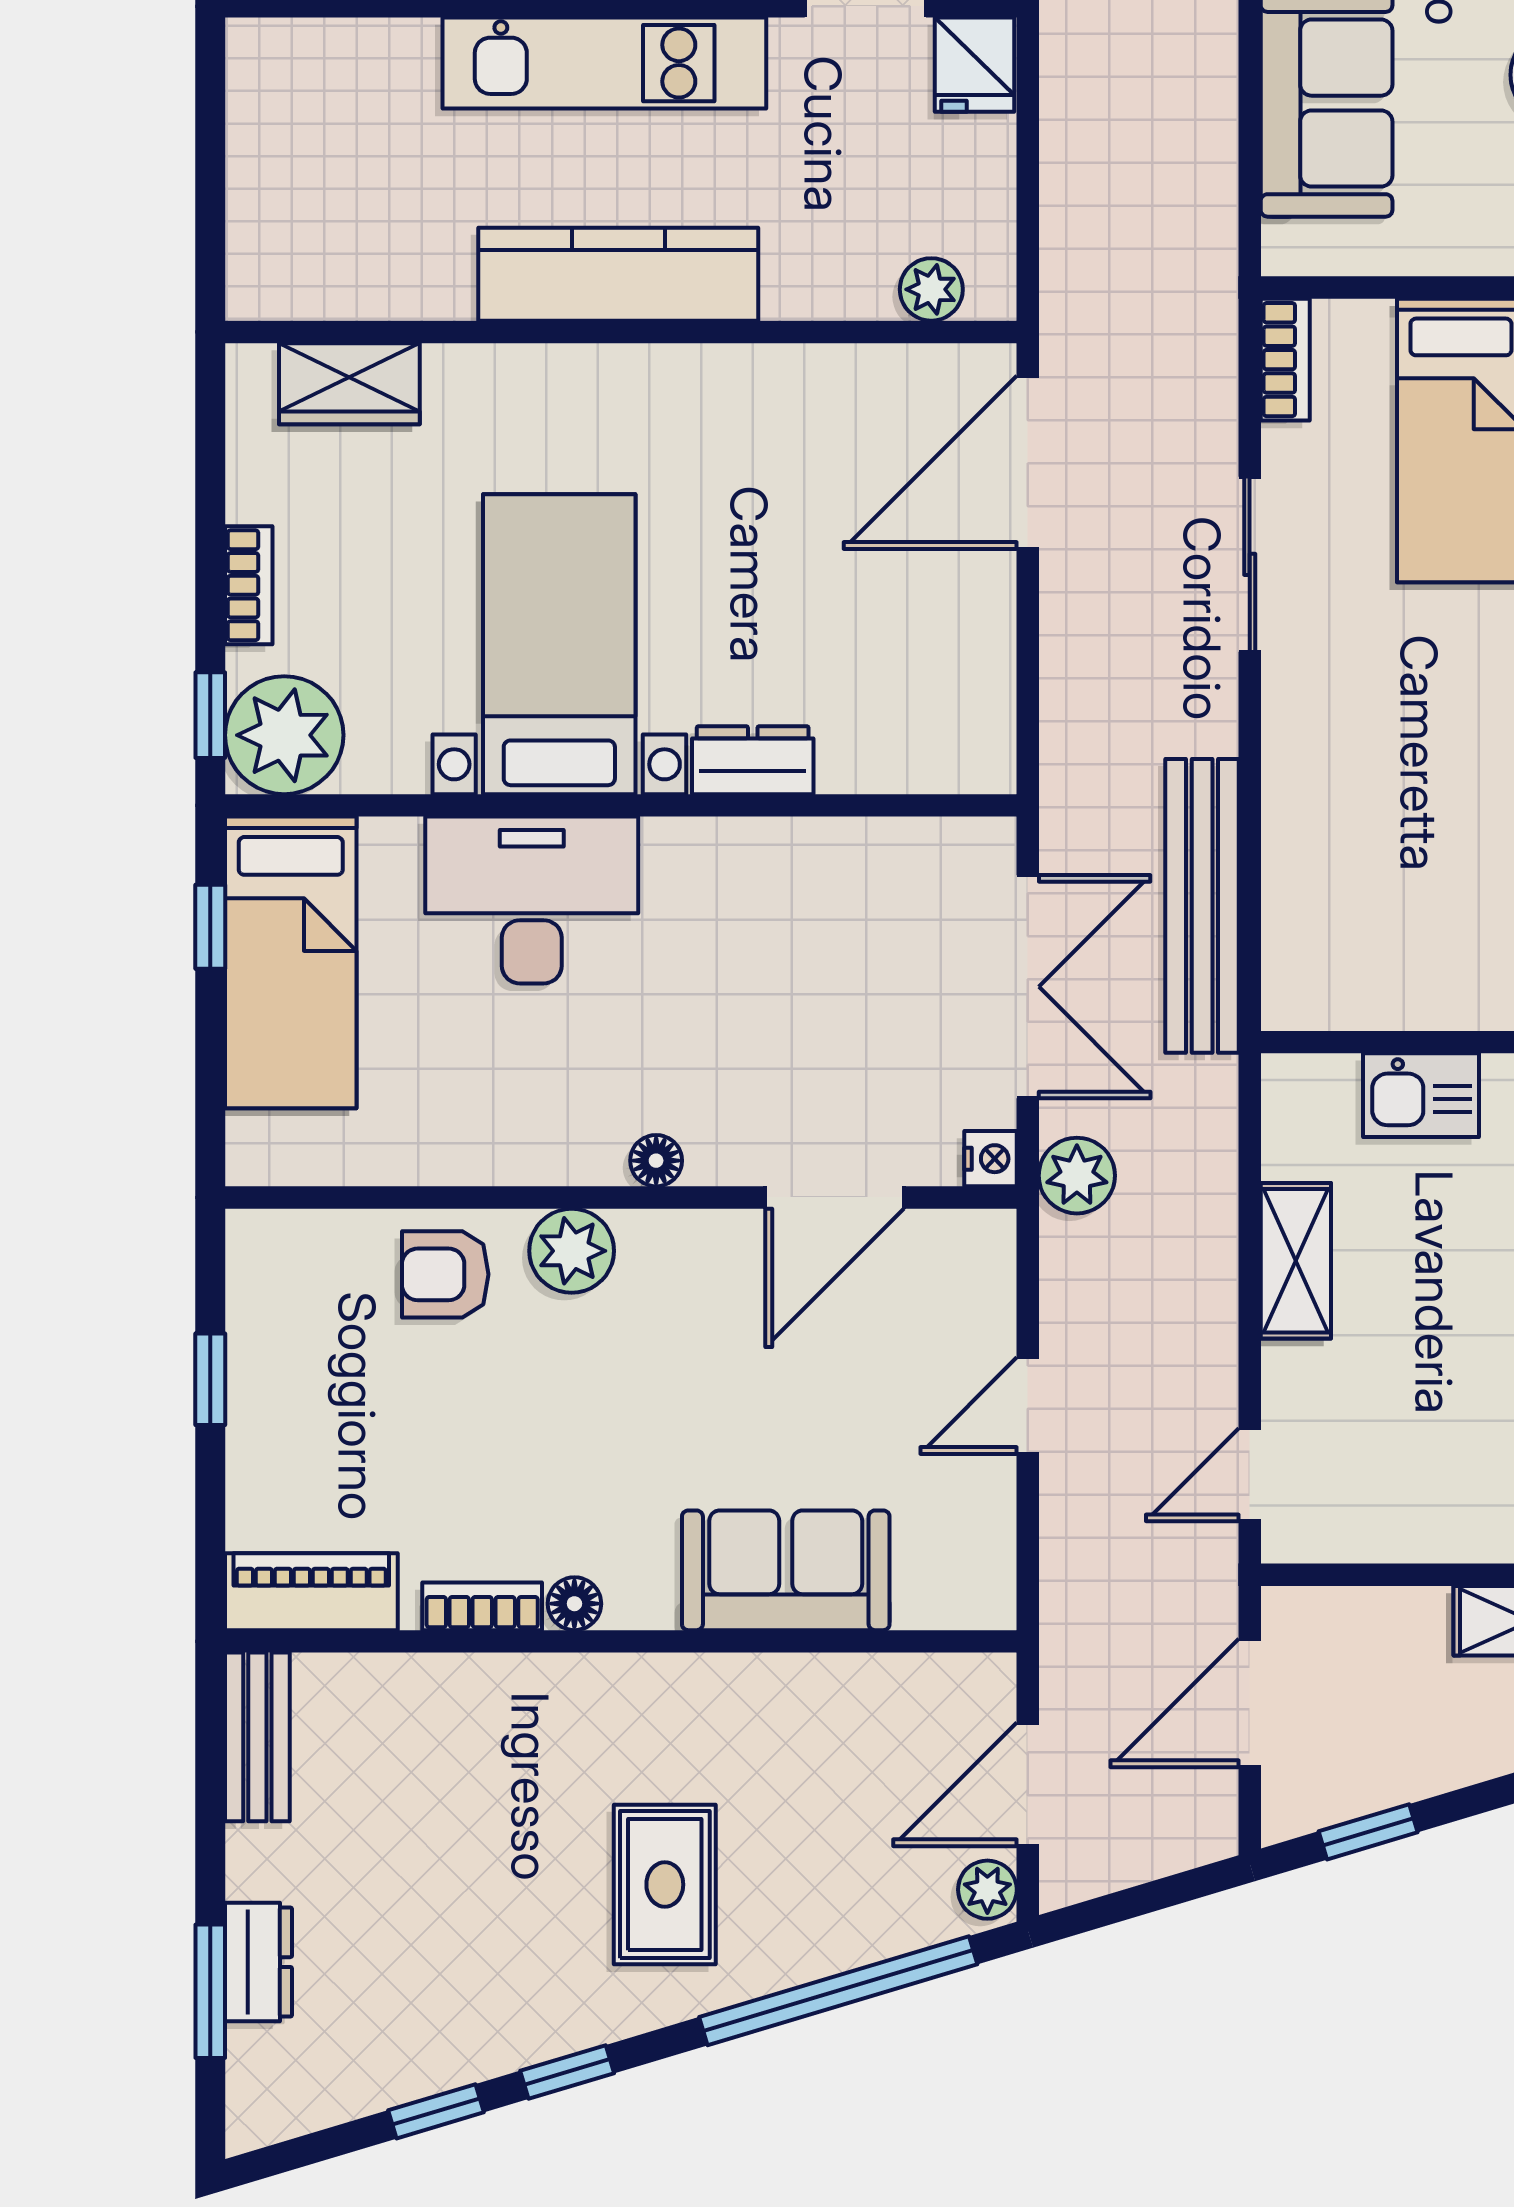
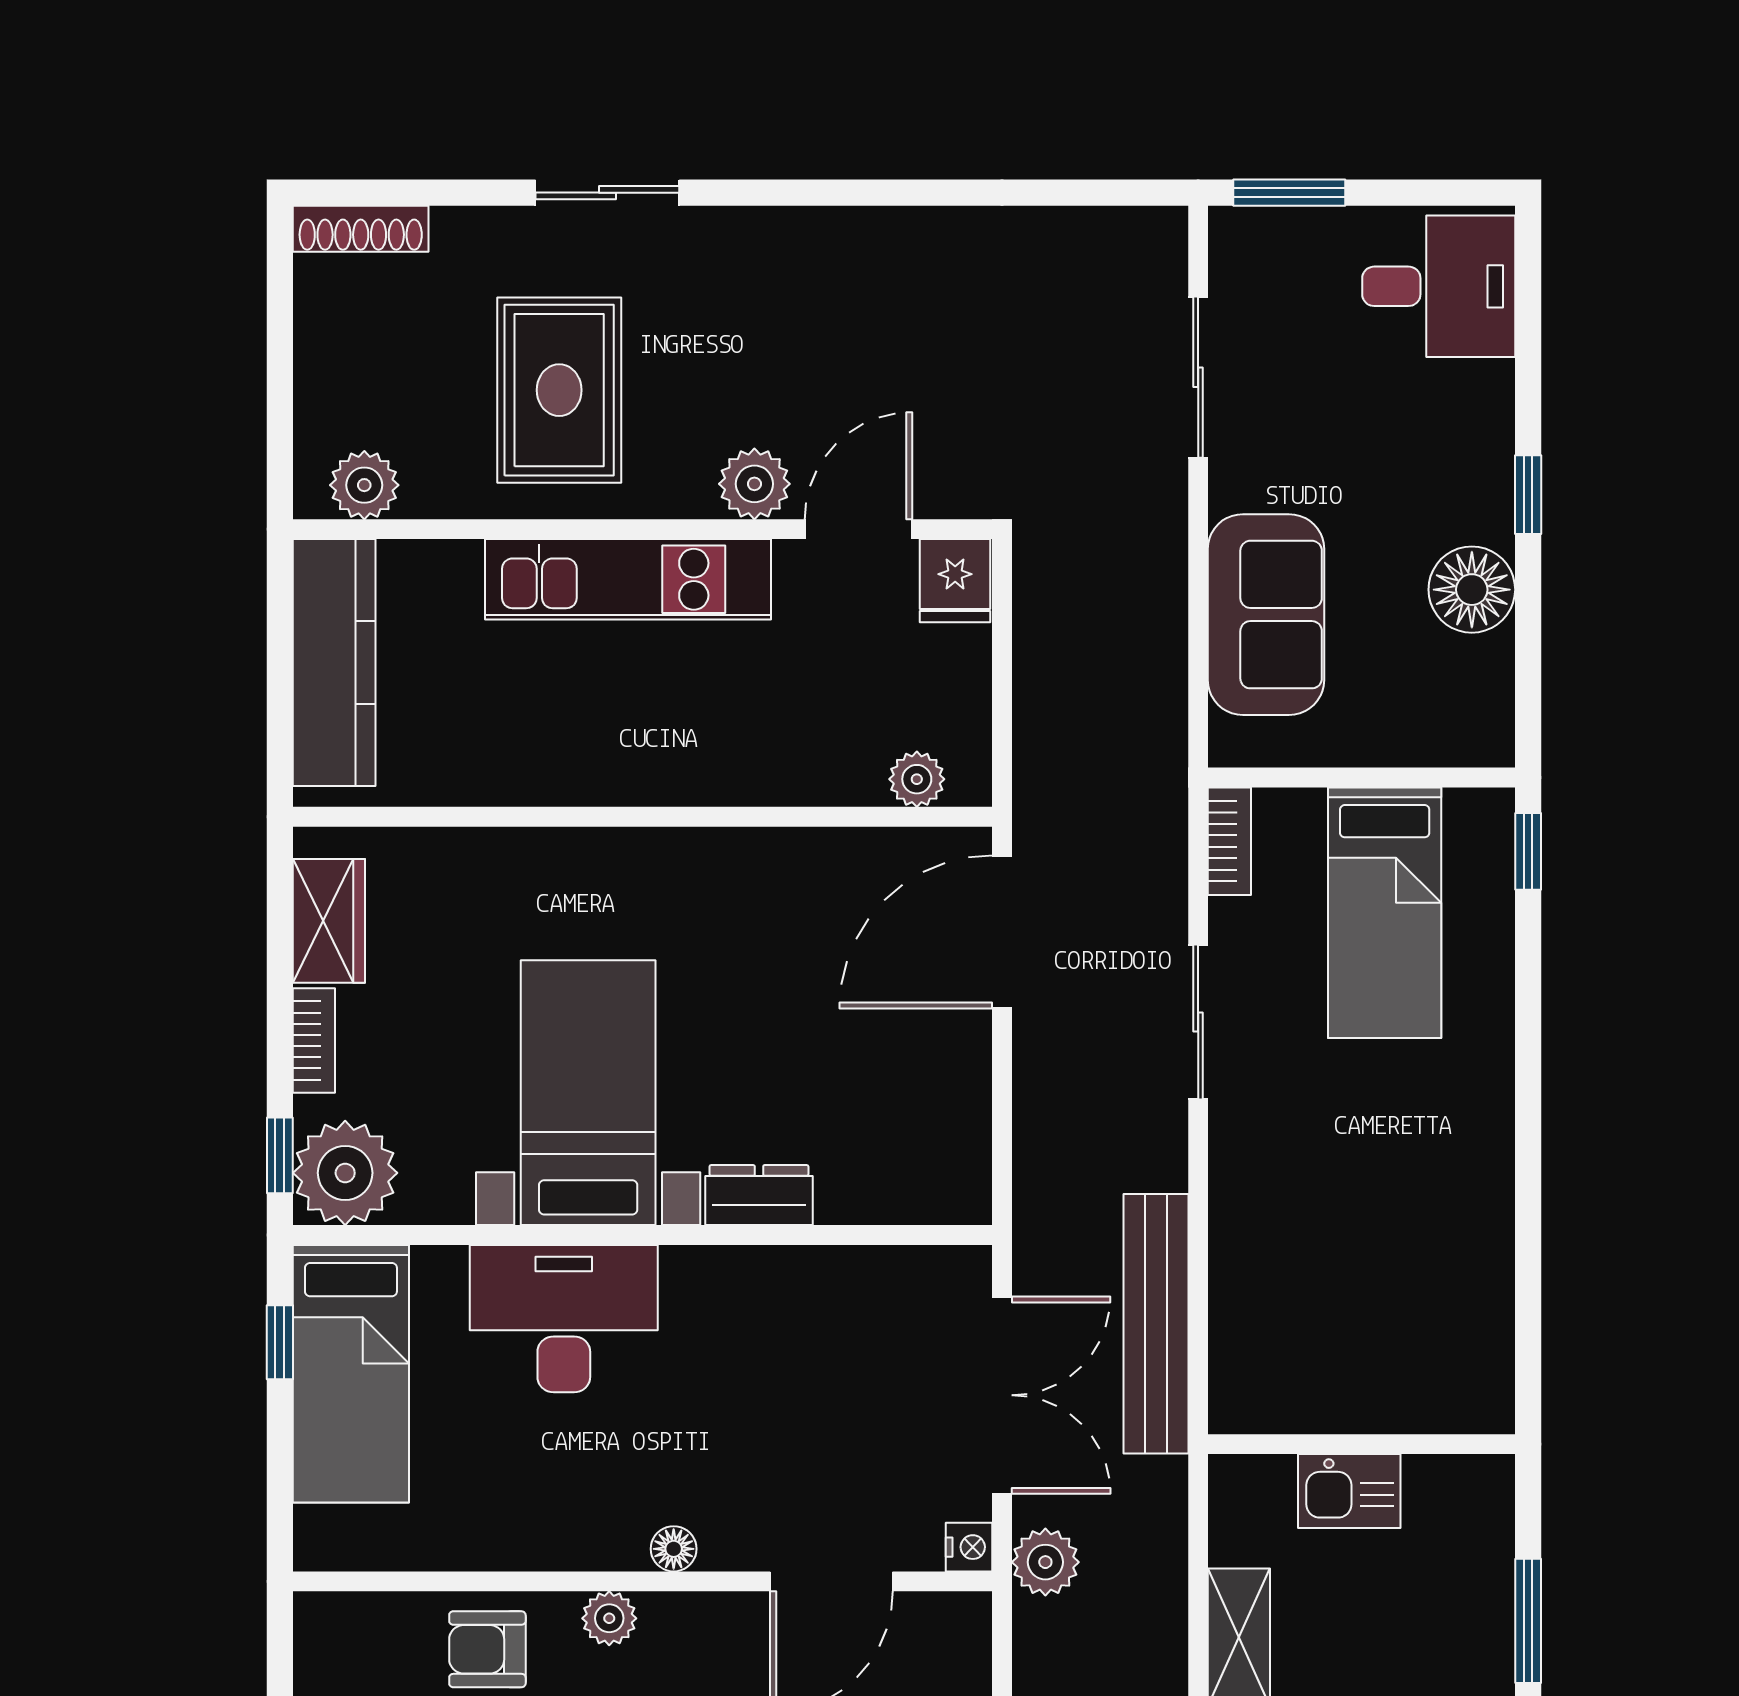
kitchen counter: (618, 274) -> (334, 663), moved, turned 90
wardrobe: (349, 384) -> (329, 921), moved, turned -90
plant: (572, 1251) -> (609, 1618), width x0.73, depth x0.73

